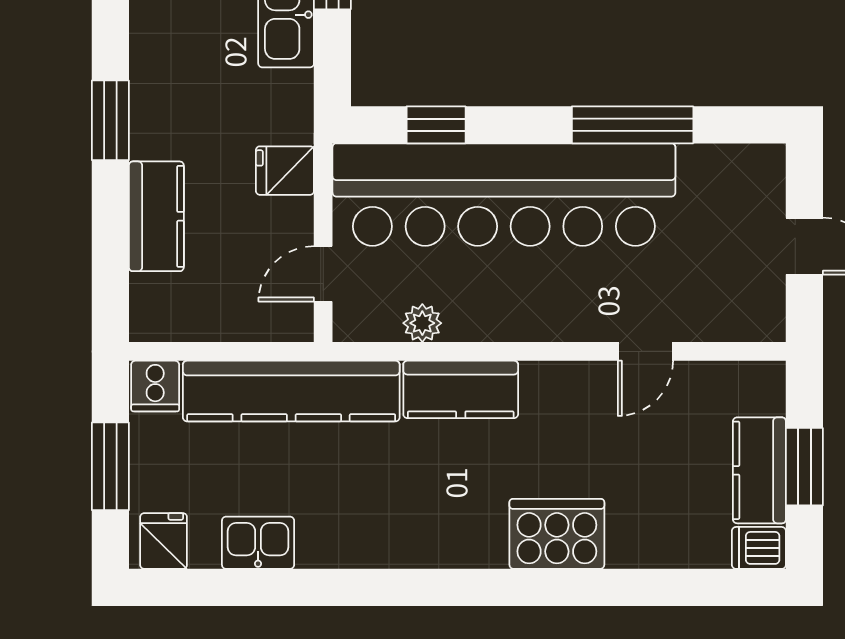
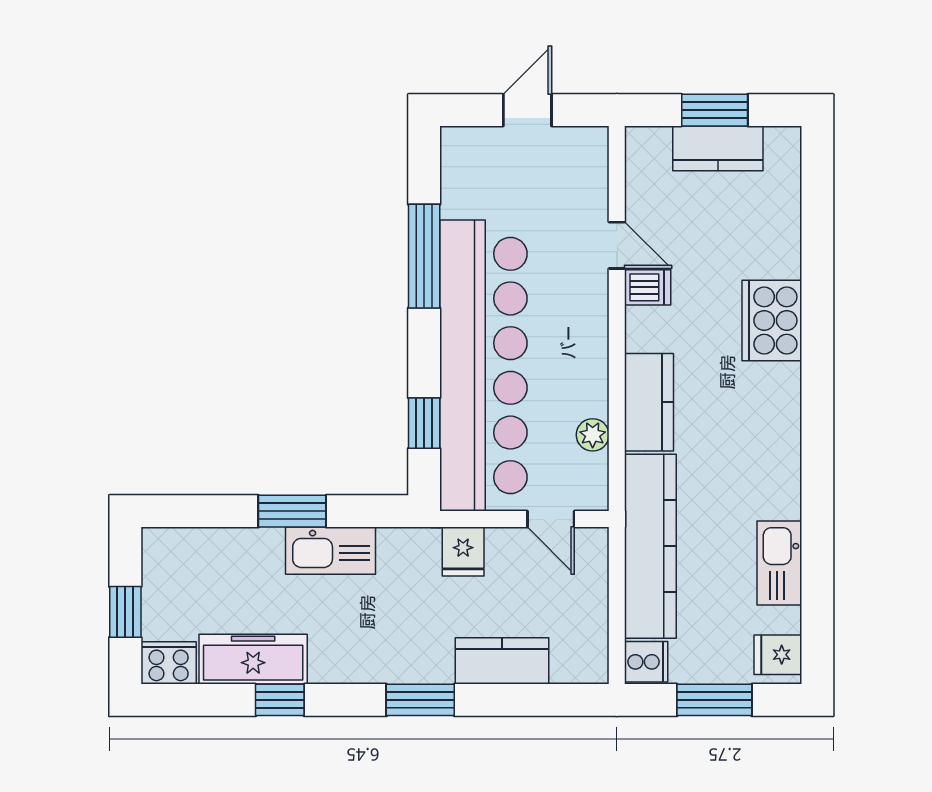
kitchen sink: (258, 543) -> (779, 563), width x1.38
dishwasher: (759, 548) -> (648, 287), moved, turned -90

